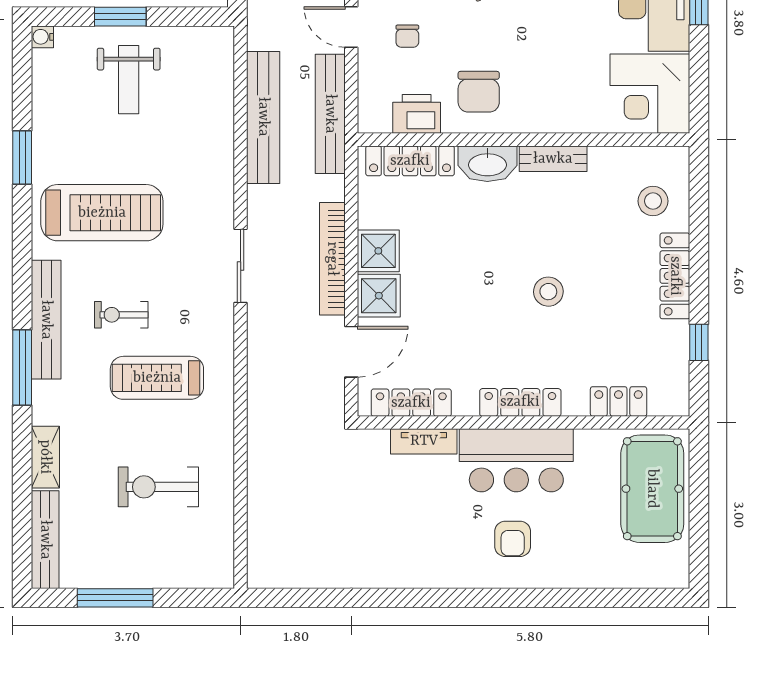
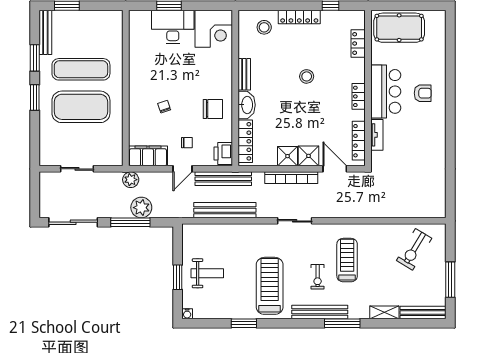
printer: (417, 114) -> (223, 153), moved
treadmill: (157, 378) -> (347, 260), turned 180
locker: (520, 402) -> (359, 96), width x0.66
exercise bike: (158, 487) -> (414, 249), moved, turned 31

